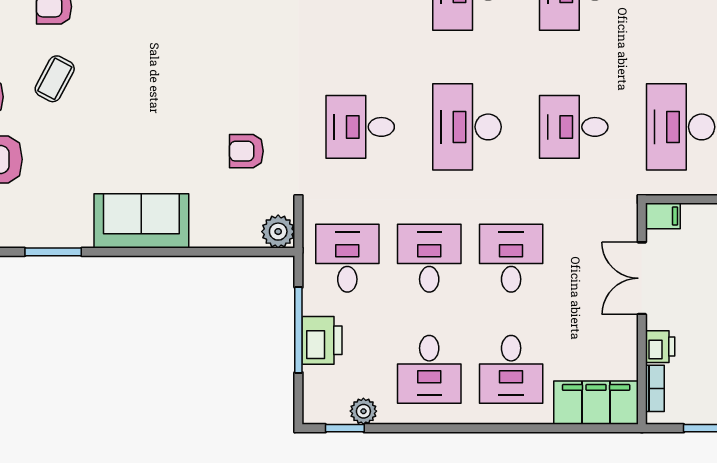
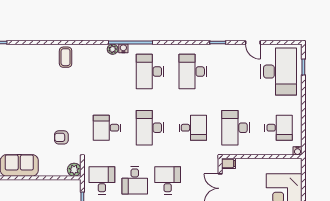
desk: (574, 127) -> (193, 128), turned 180
desk: (429, 258) -> (135, 180), turned 180

